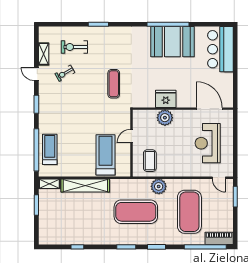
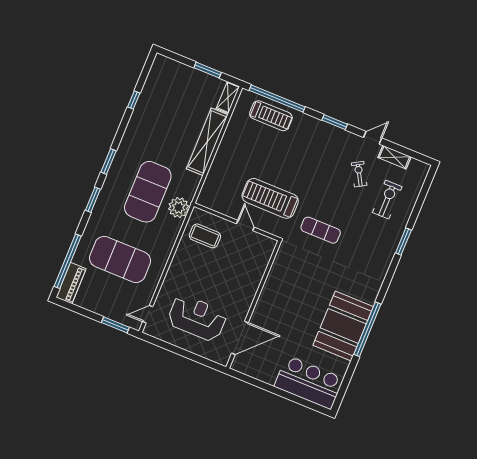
fridge: (166, 99) -> (275, 288), removed
plant: (165, 118) -> (251, 277), removed
treadmill: (106, 155) -> (270, 198), moved, turned 180
plant: (159, 186) -> (179, 208), moved

